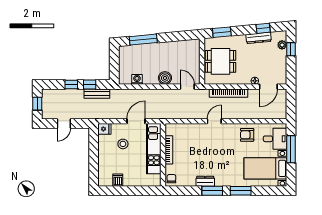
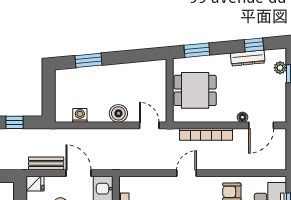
window: (143, 40) -> (88, 60), width x0.69
bench: (97, 94) -> (46, 164), moved
door: (136, 121) -> (78, 173), hinge flipped

